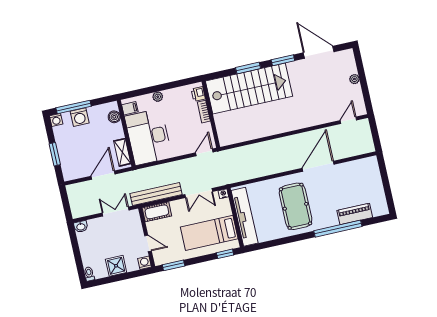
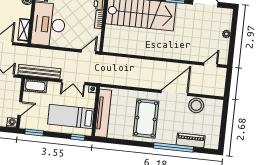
stool: (348, 172) -> (196, 105), added
door: (148, 243) -> (20, 108), hinge flipped

